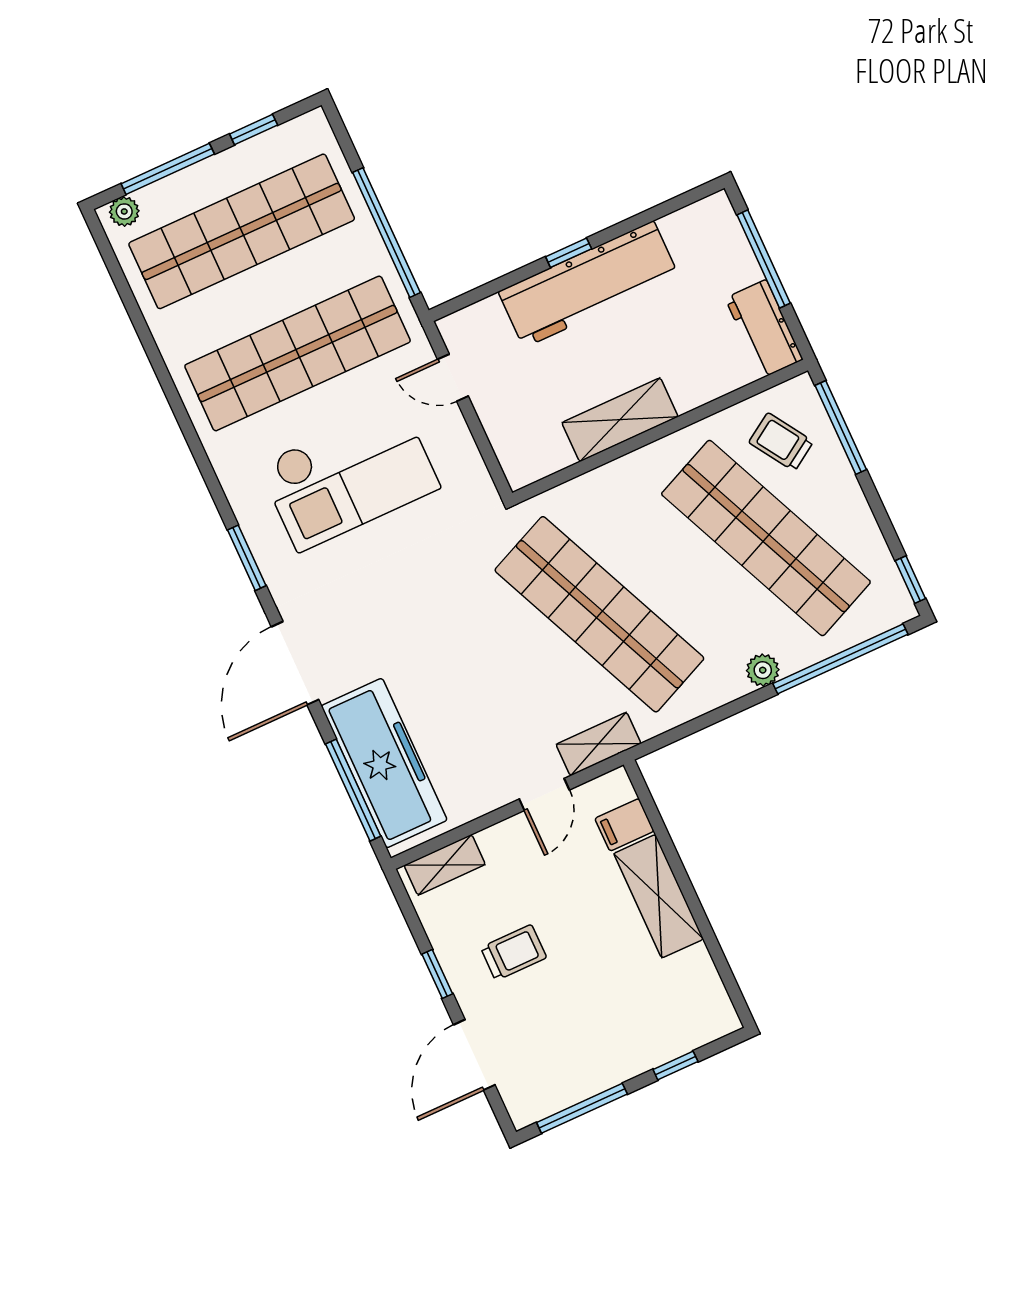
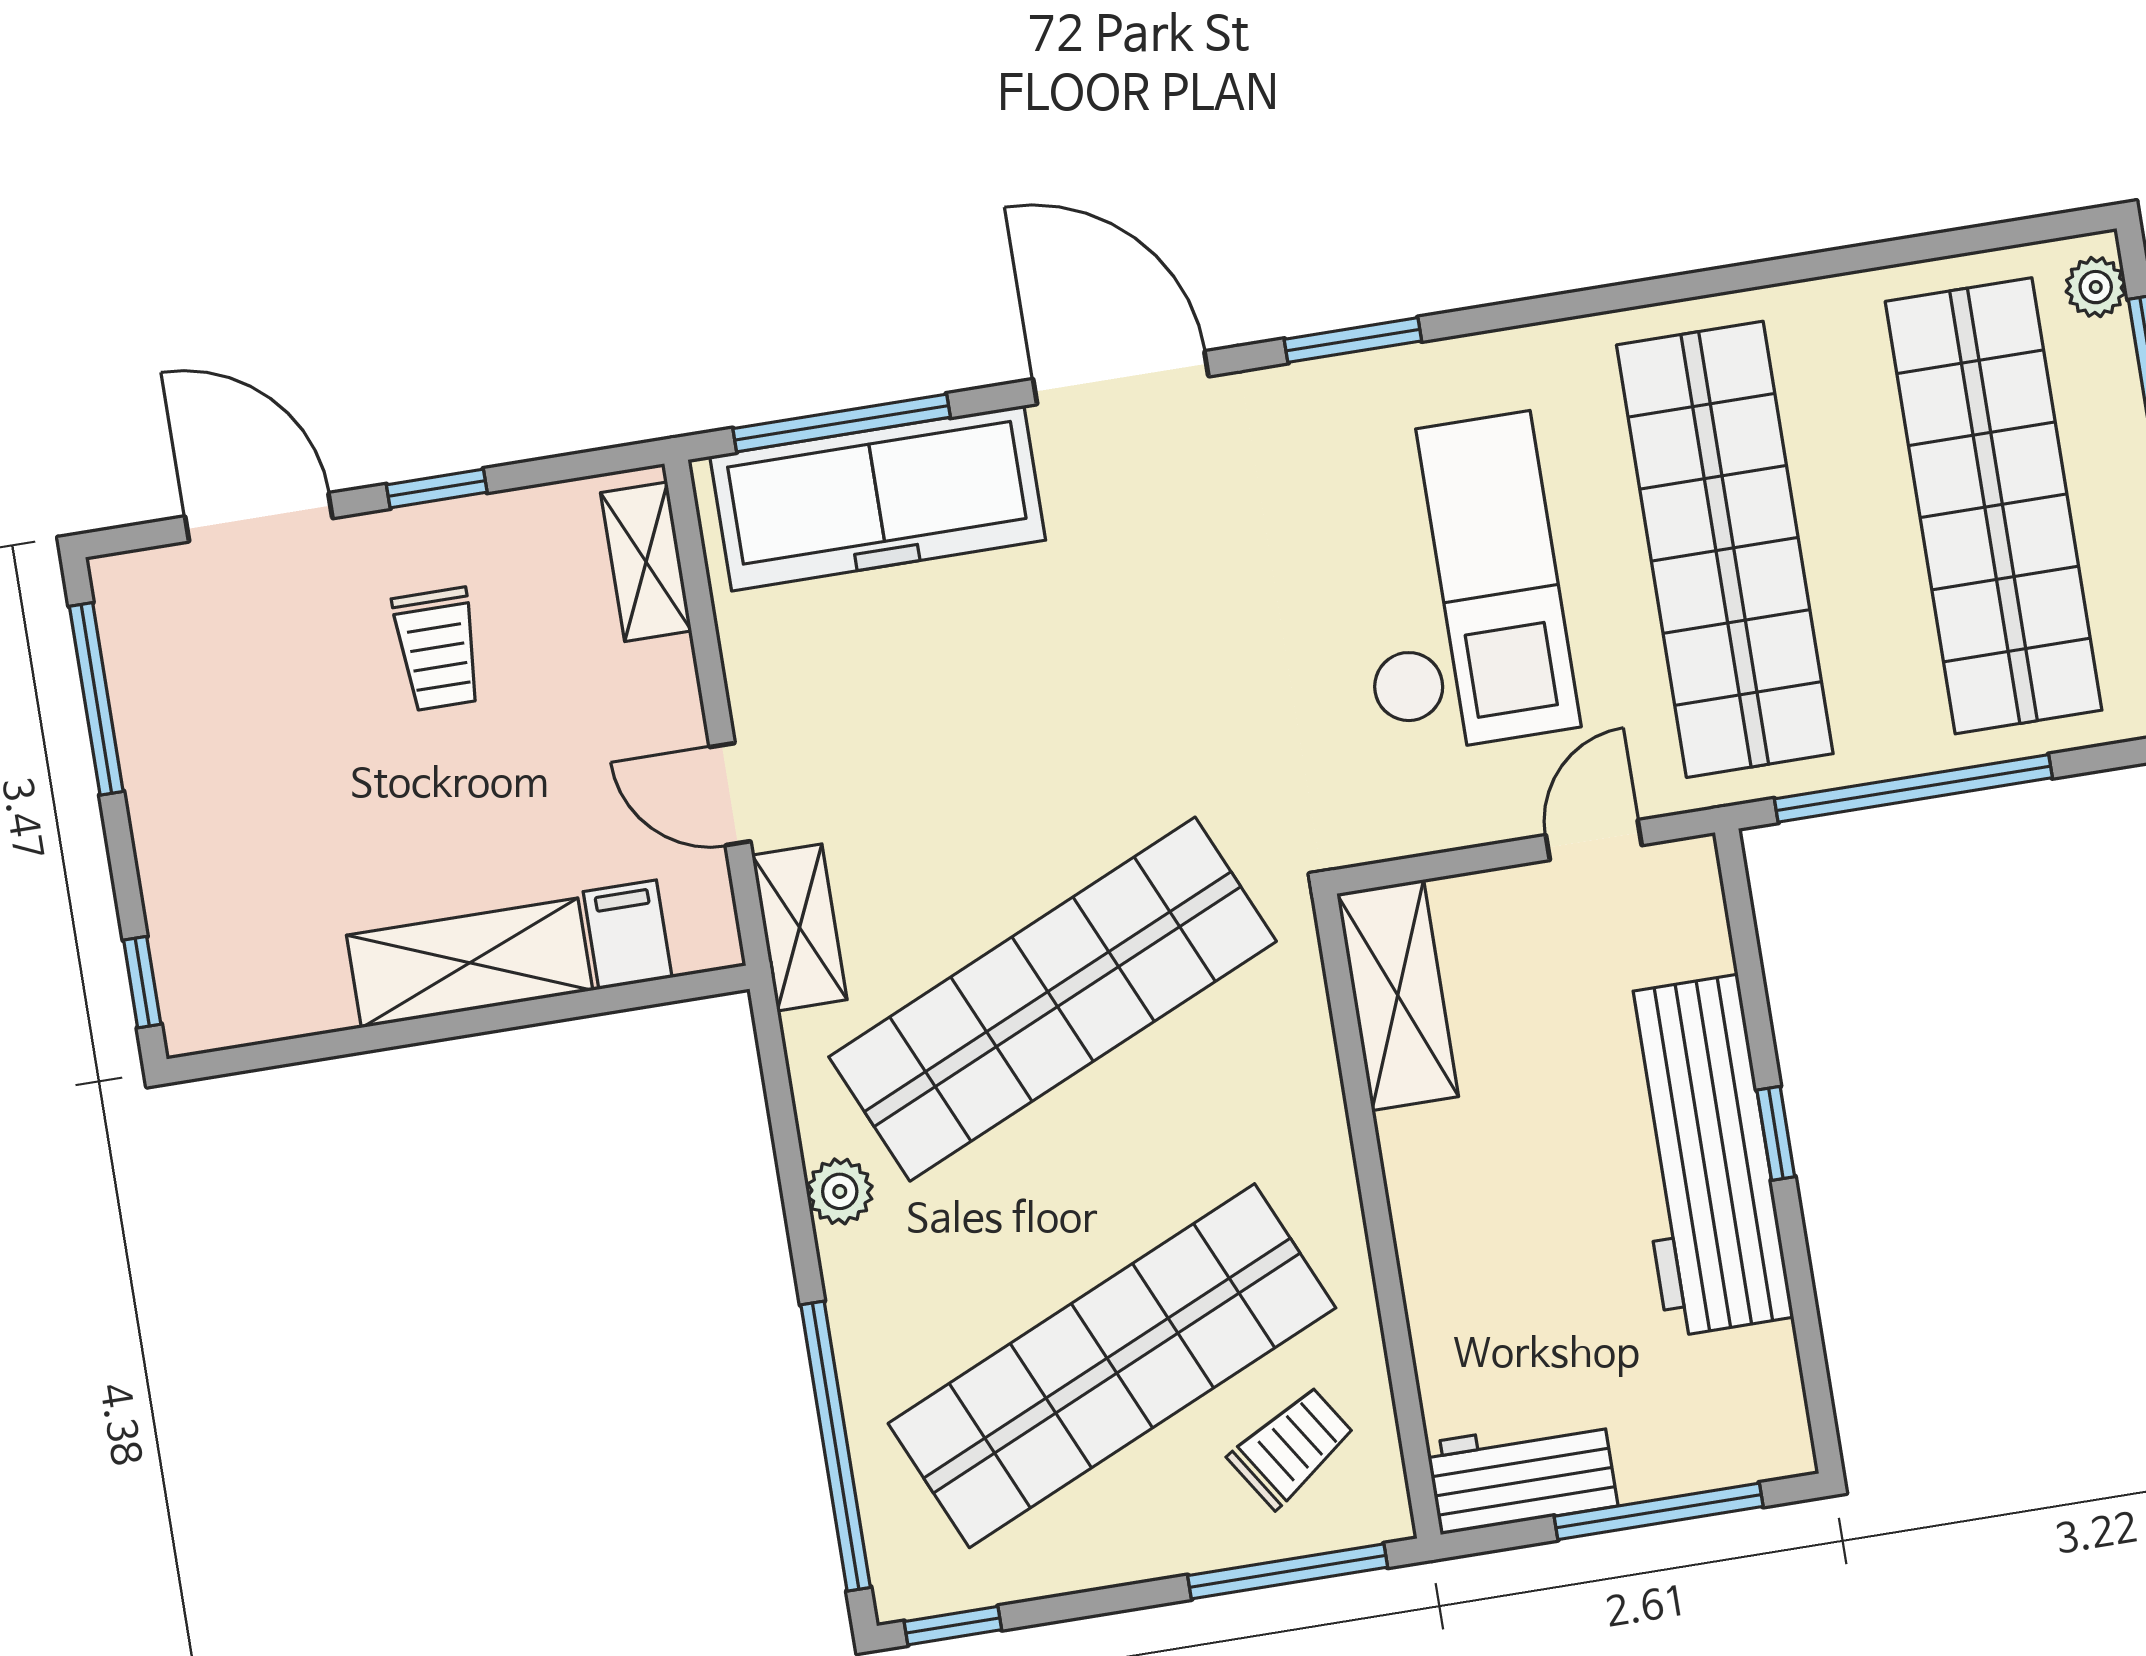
shelving: (620, 420) -> (1398, 995), moved
checkout: (349, 476) -> (1457, 585), turned 180
plant: (763, 670) -> (840, 1191), moved
window: (675, 1065) -> (142, 982), moved

